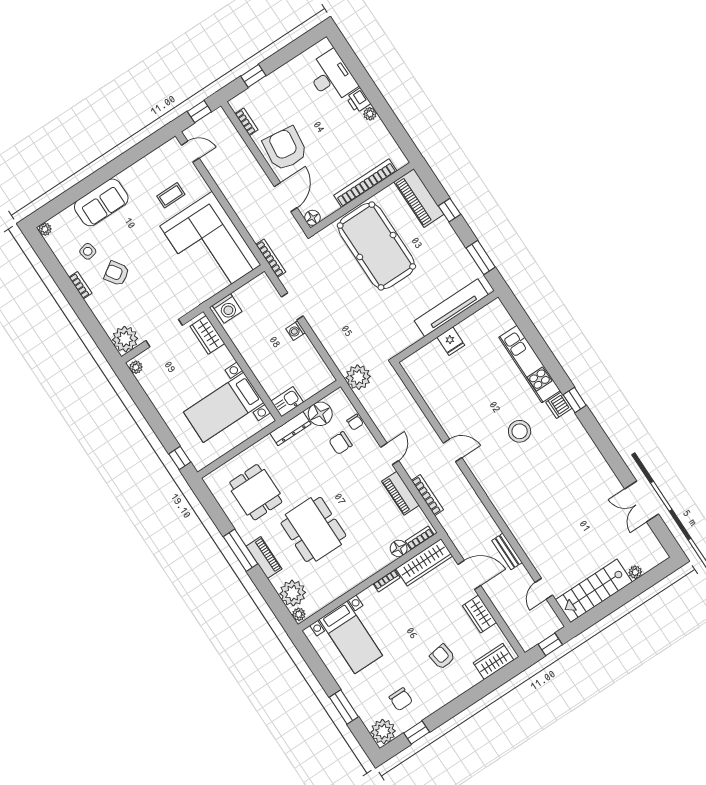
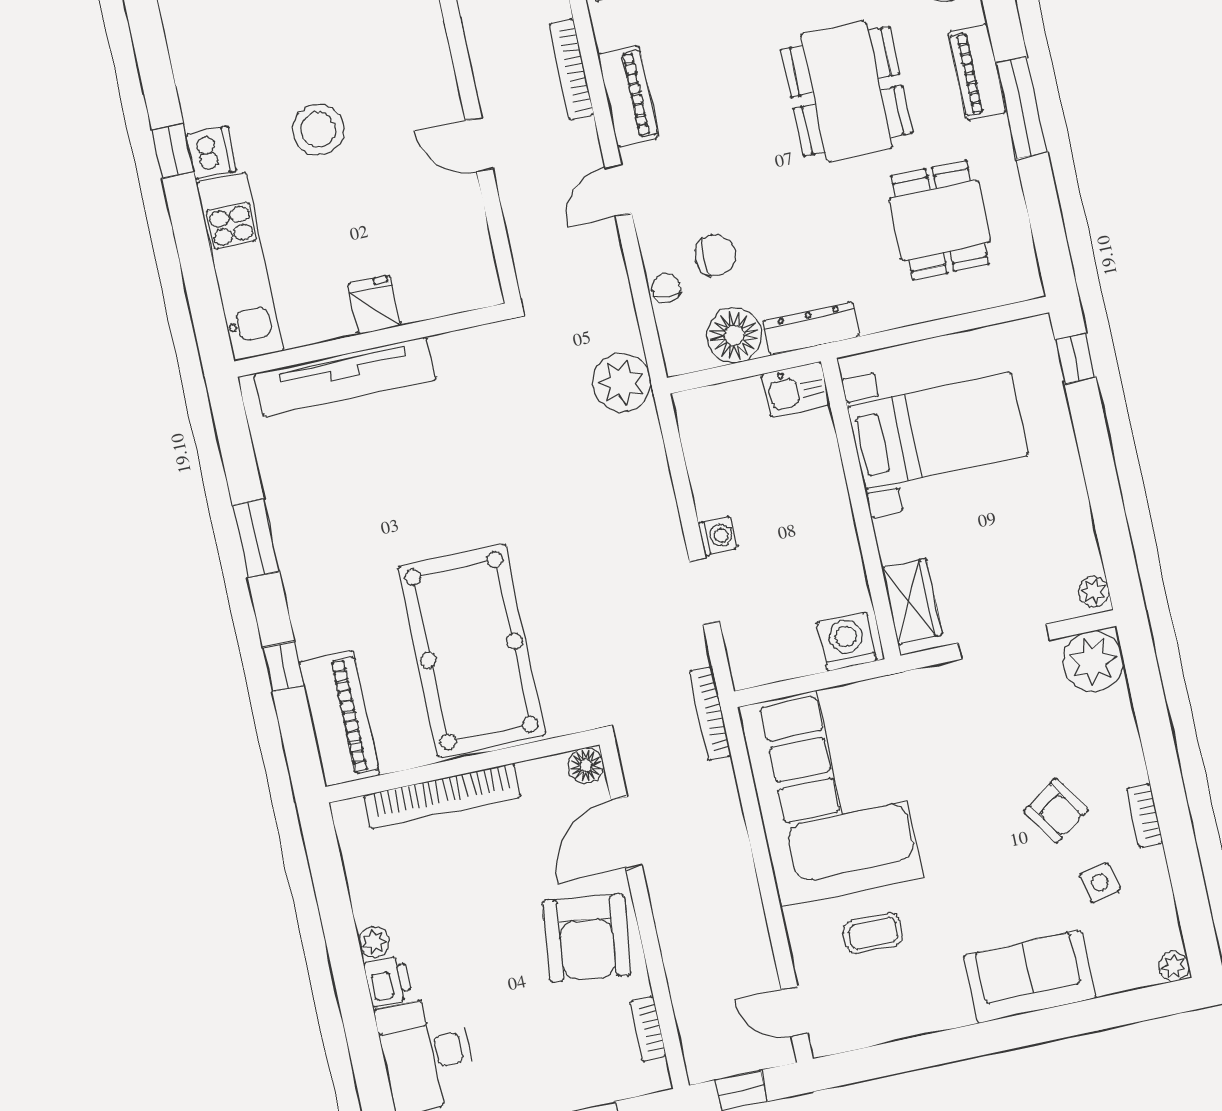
tv unit: (451, 308) -> (345, 377), moved
wall: (447, 327) -> (371, 340), moved
fridge: (451, 341) -> (374, 305), moved

